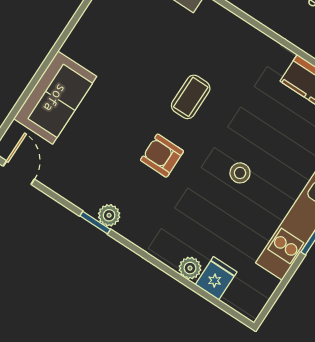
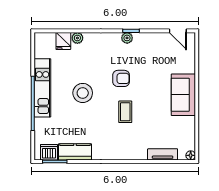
sofa: (55, 98) -> (183, 95), moved
stool: (240, 173) -> (83, 93), width x1.89, depth x1.89

